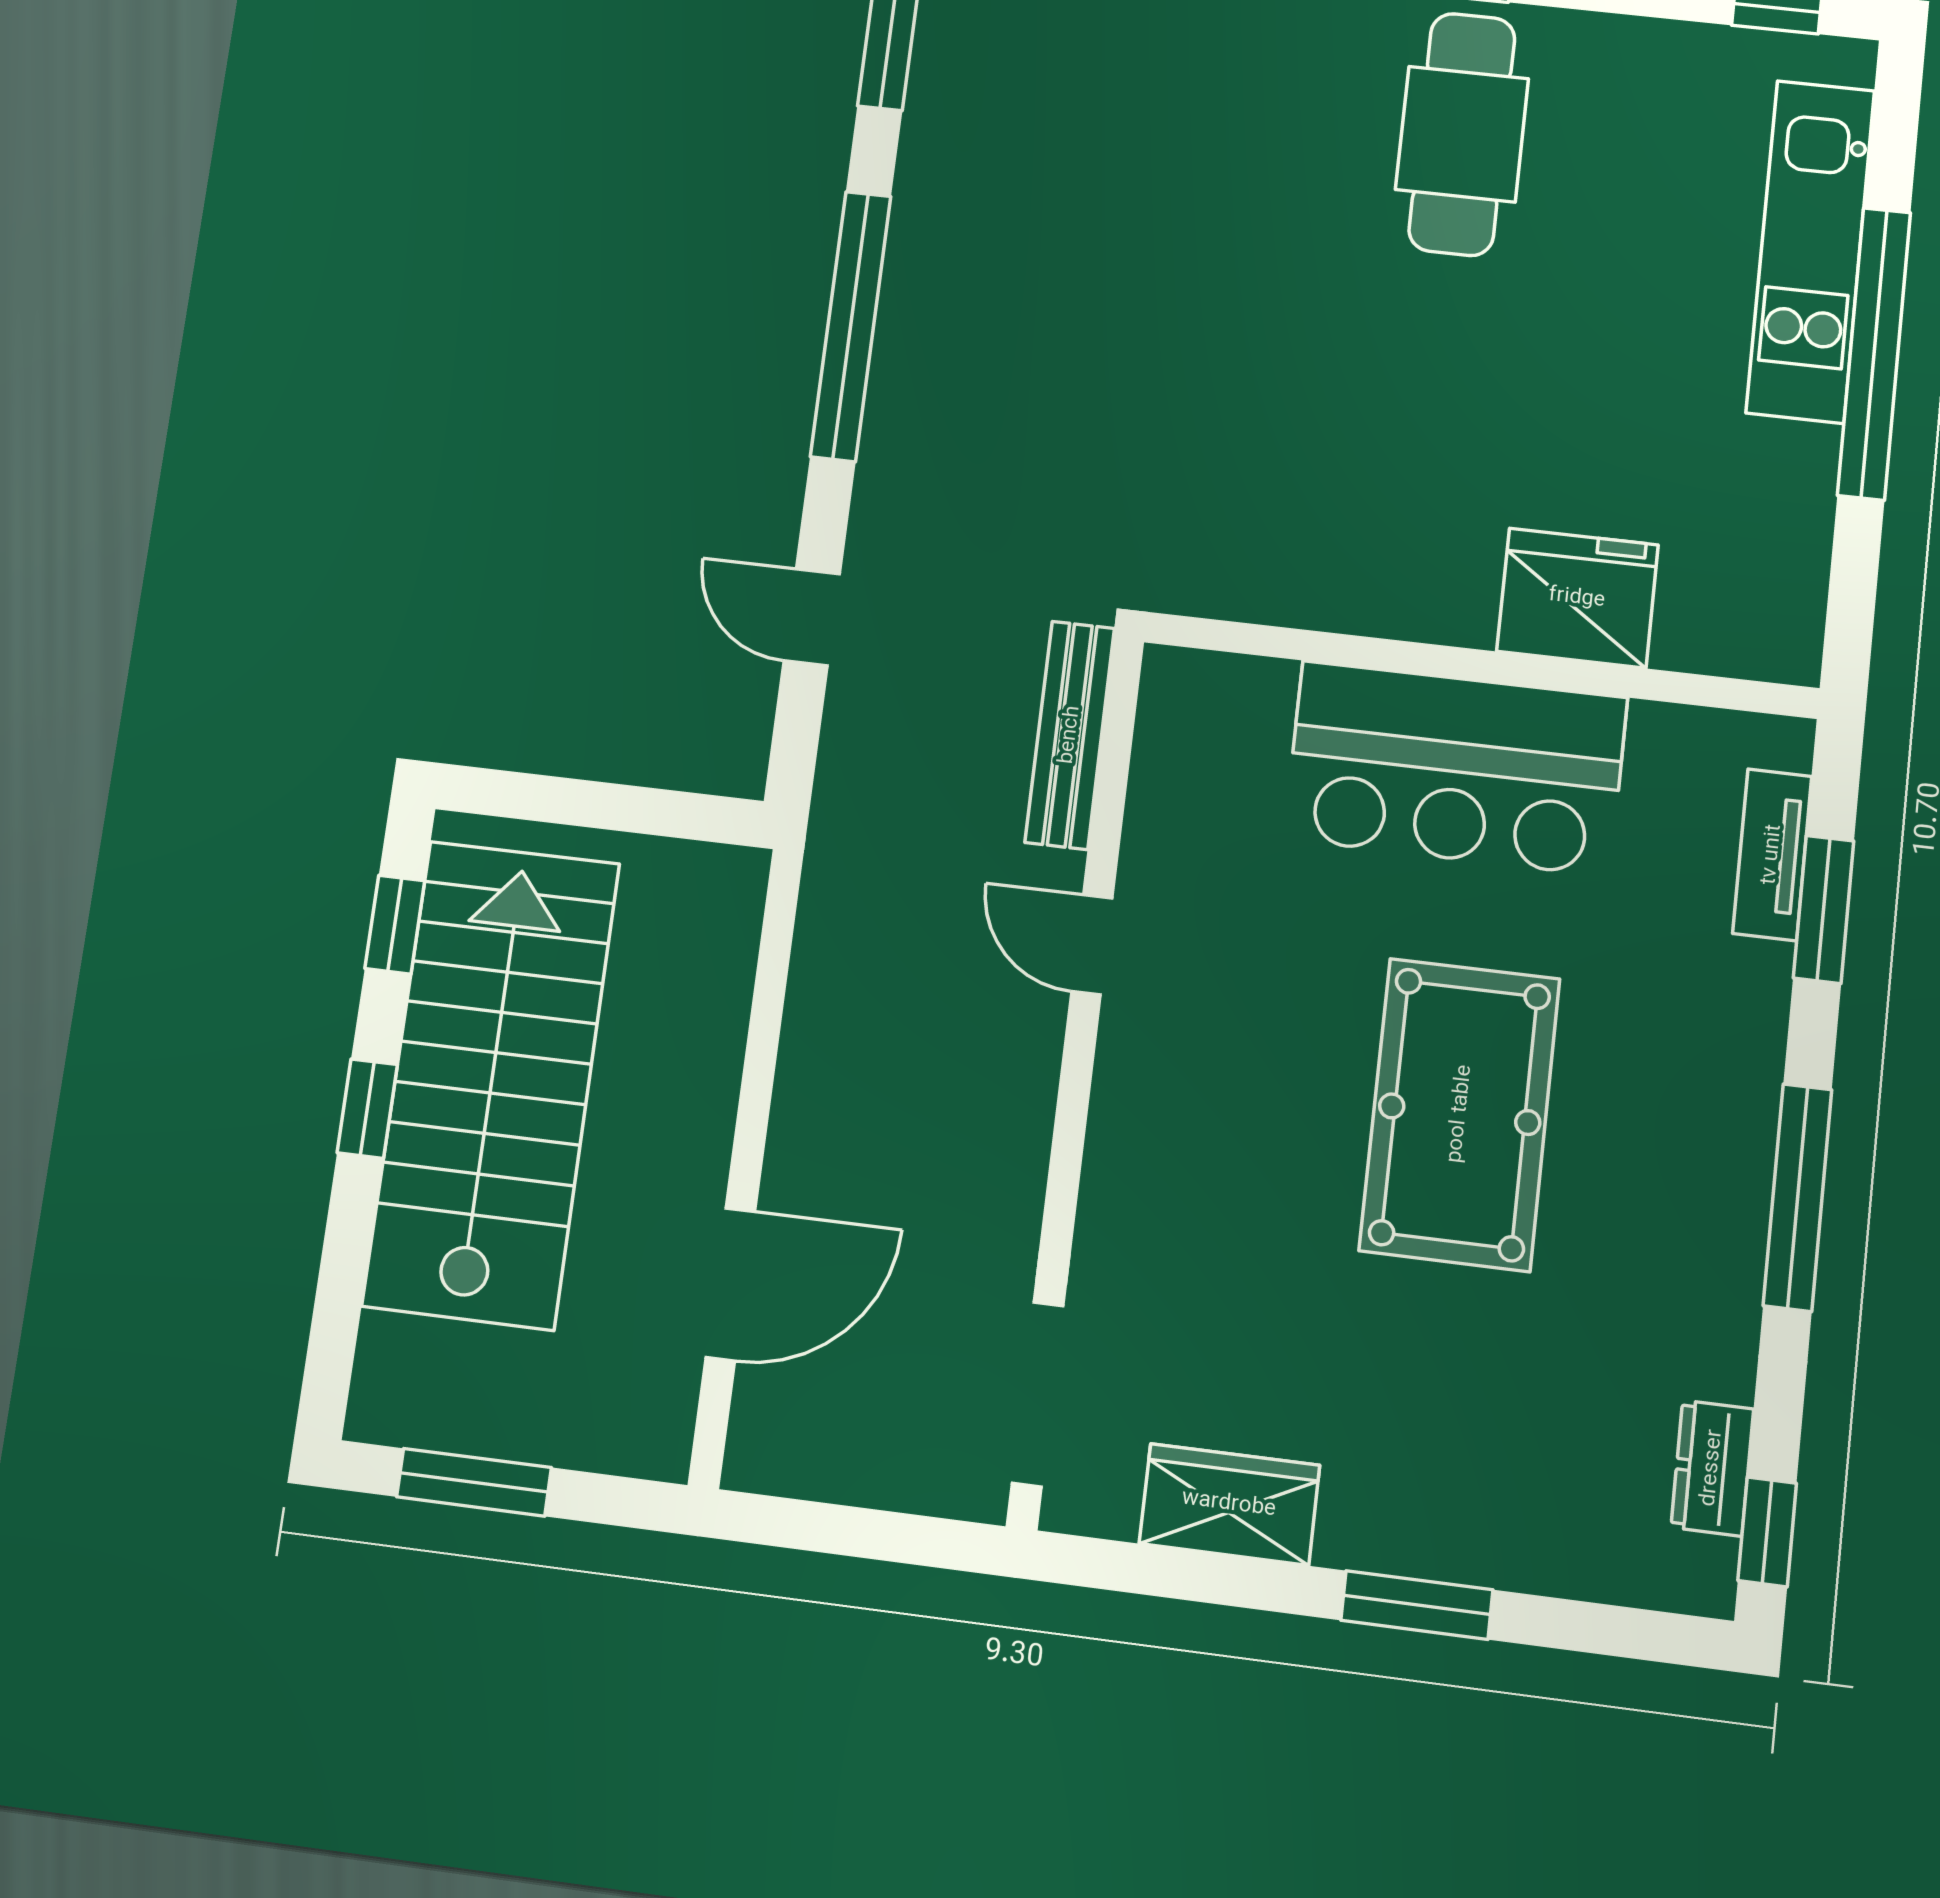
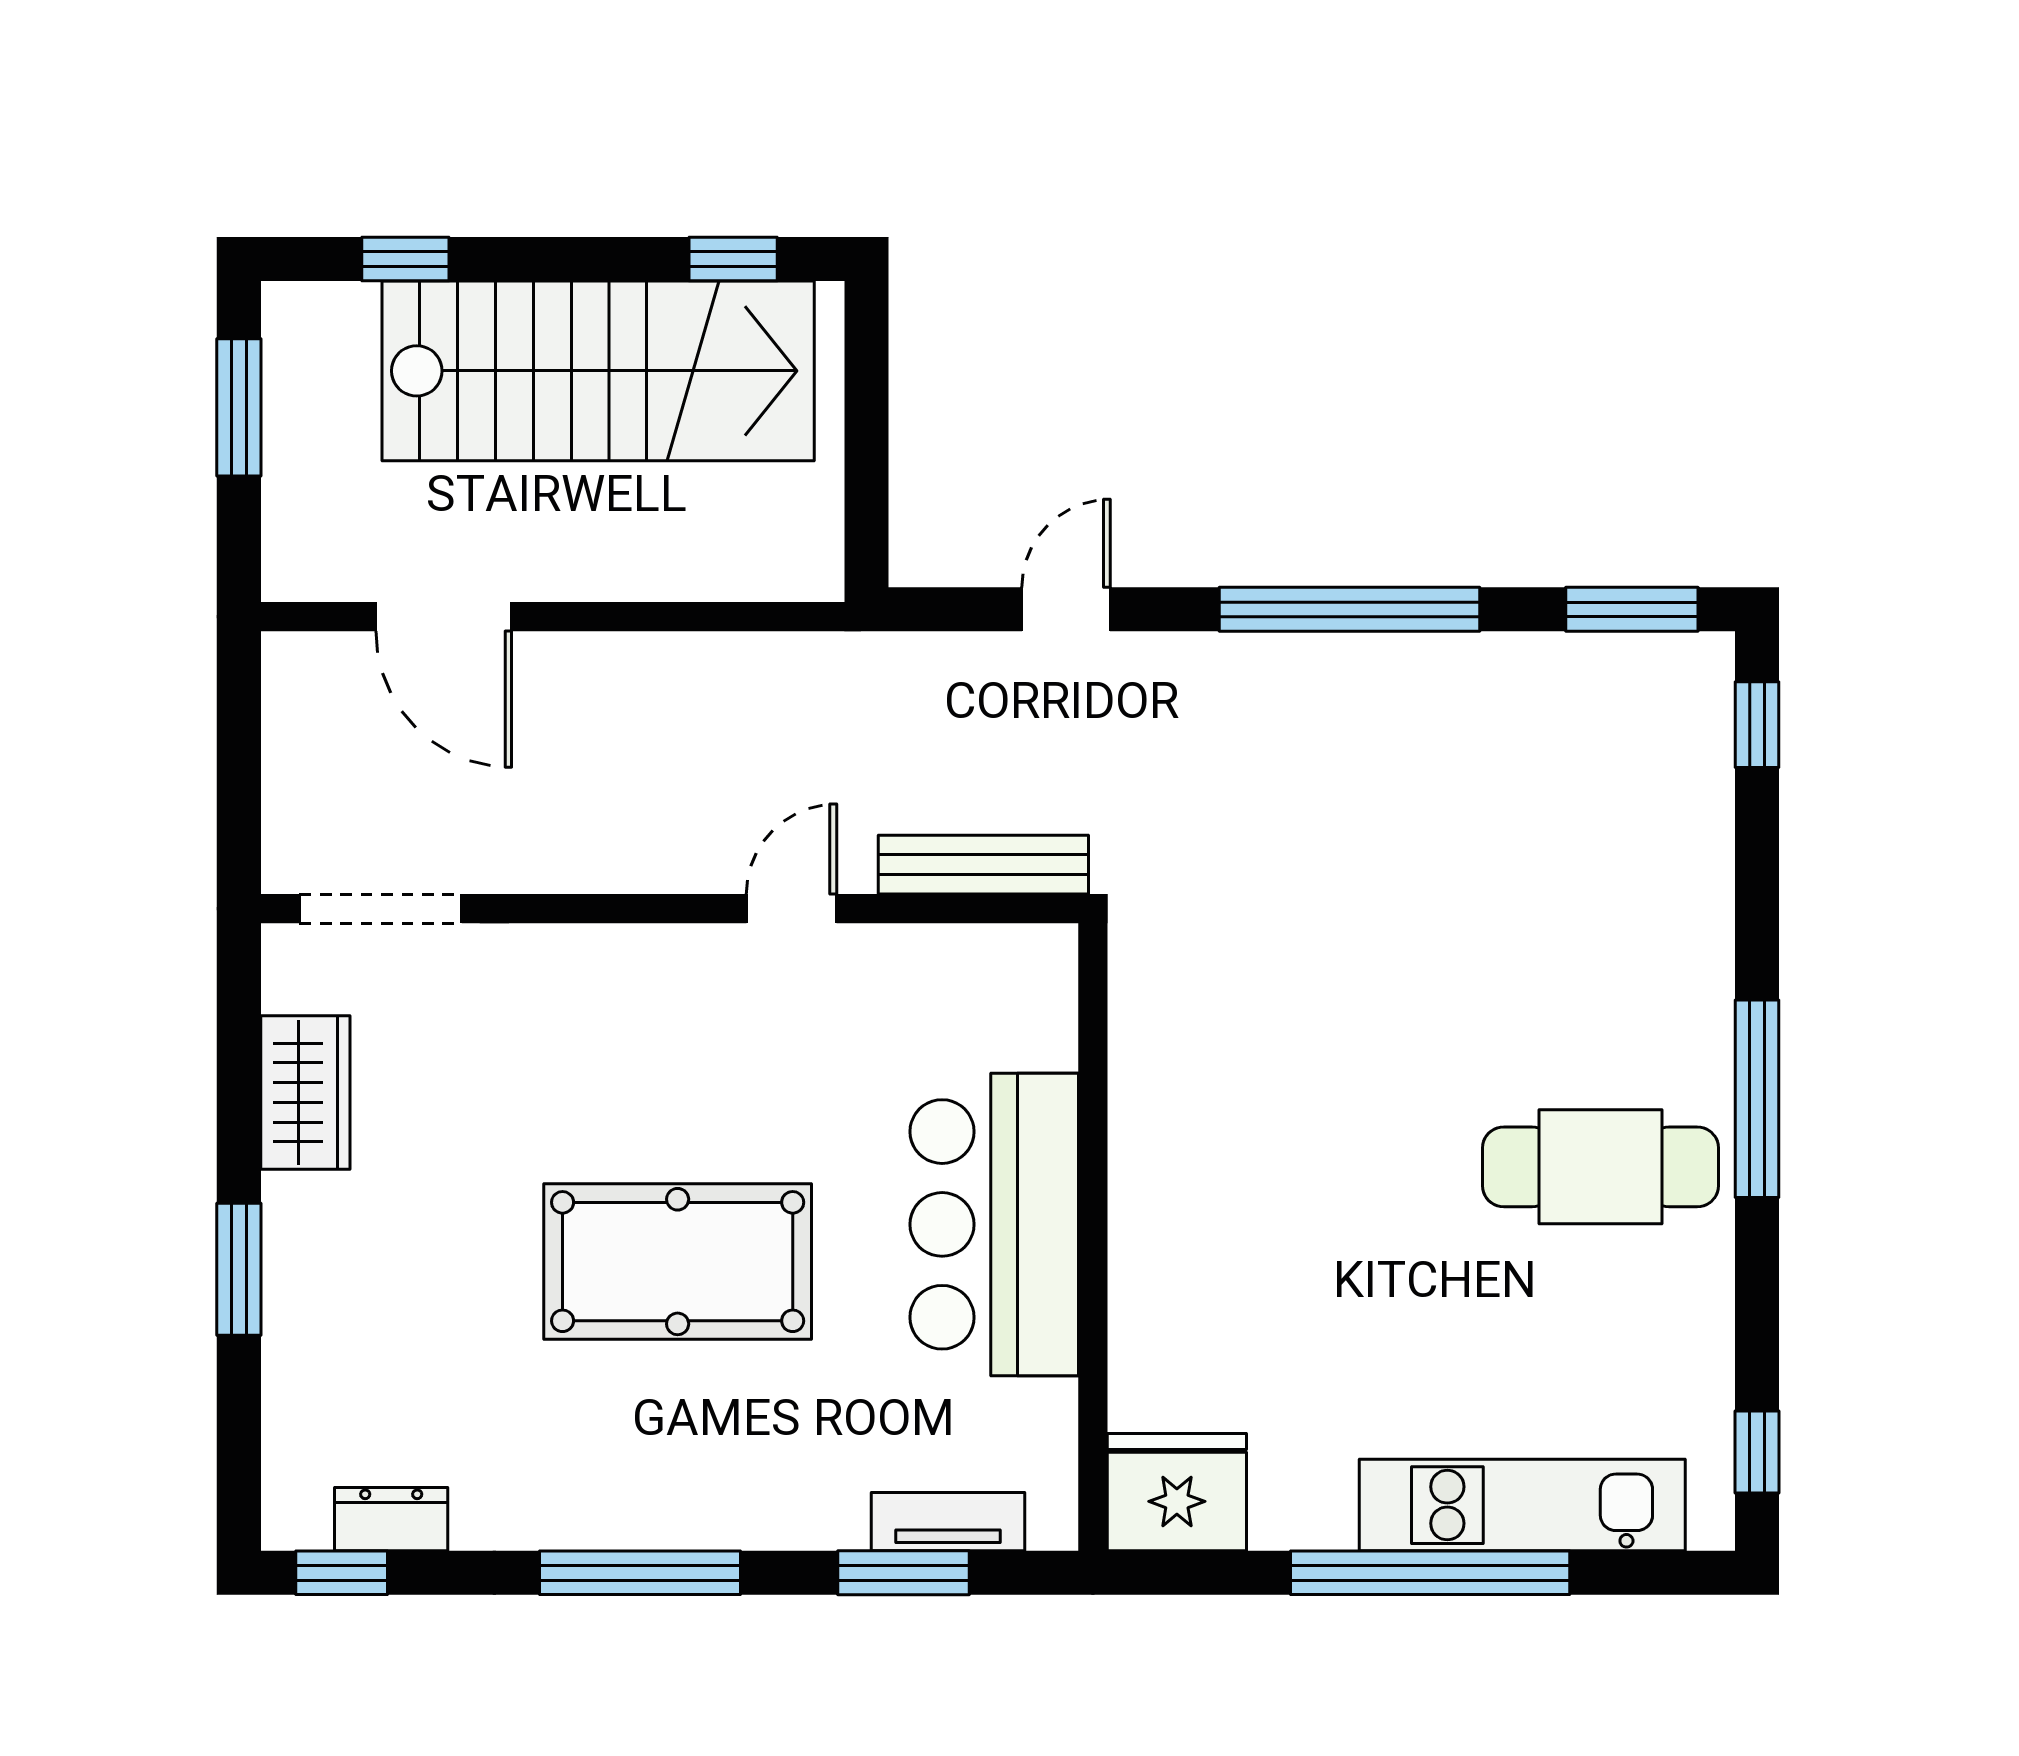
fridge: (1577, 598) -> (1177, 1492), moved, turned -90
window: (367, 1109) -> (405, 259), moved

